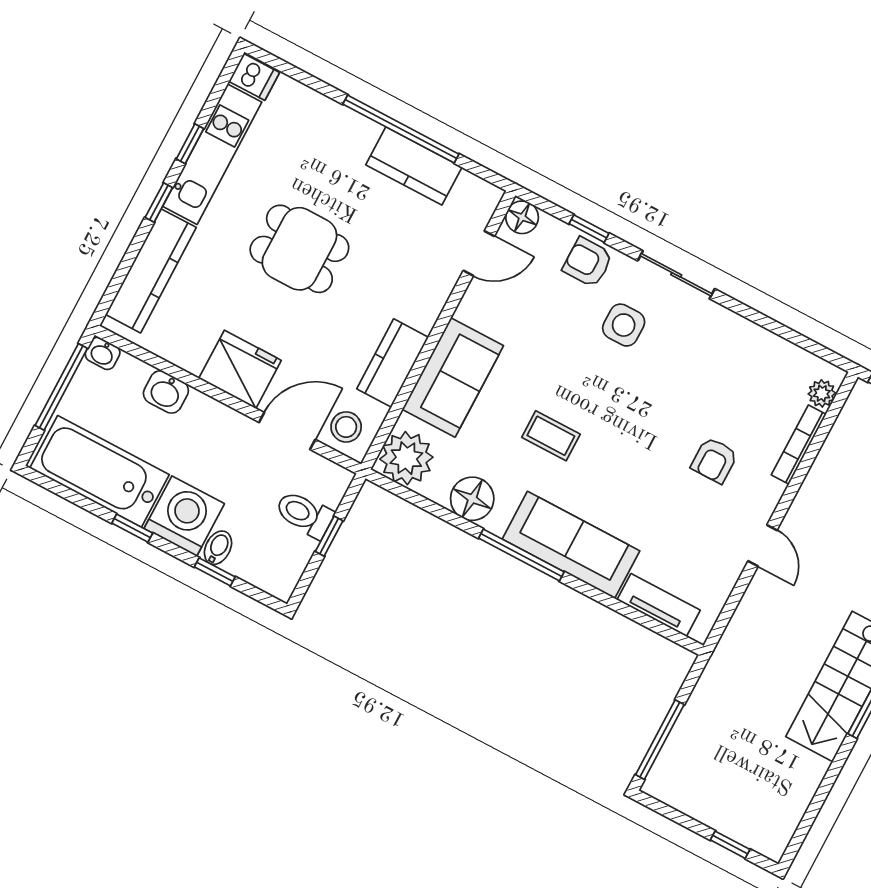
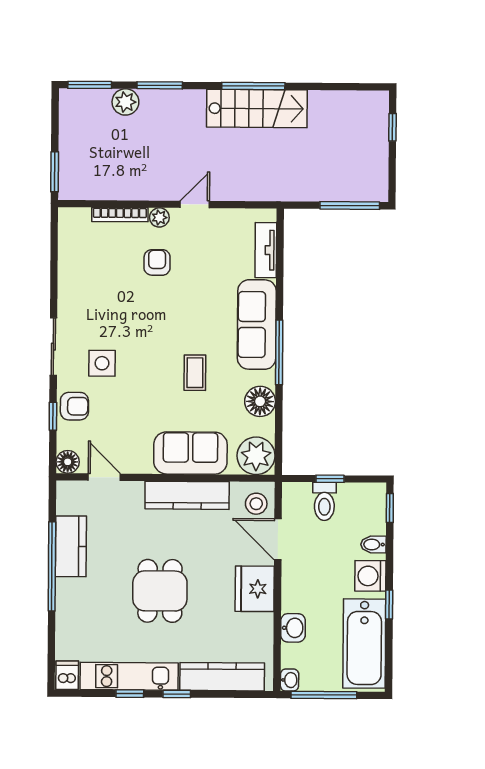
armchair: (588, 262) -> (74, 406), turned -90
kitchen counter: (393, 363) -> (187, 495), width x1.50
plant: (822, 393) -> (159, 217), moved
armchair: (714, 460) -> (157, 262), turned -90
washing machine: (184, 516) -> (370, 576), width x0.73, depth x0.73
window: (215, 572) -> (390, 508), moved

